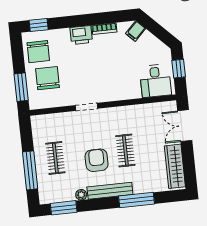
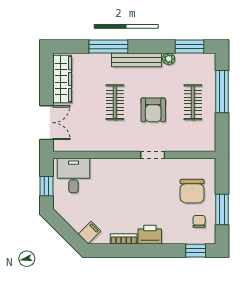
chair: (38, 52) -> (199, 221), width x0.54, depth x0.54
window: (21, 87) -> (222, 210), moved
armchair: (97, 160) -> (153, 110), moved

